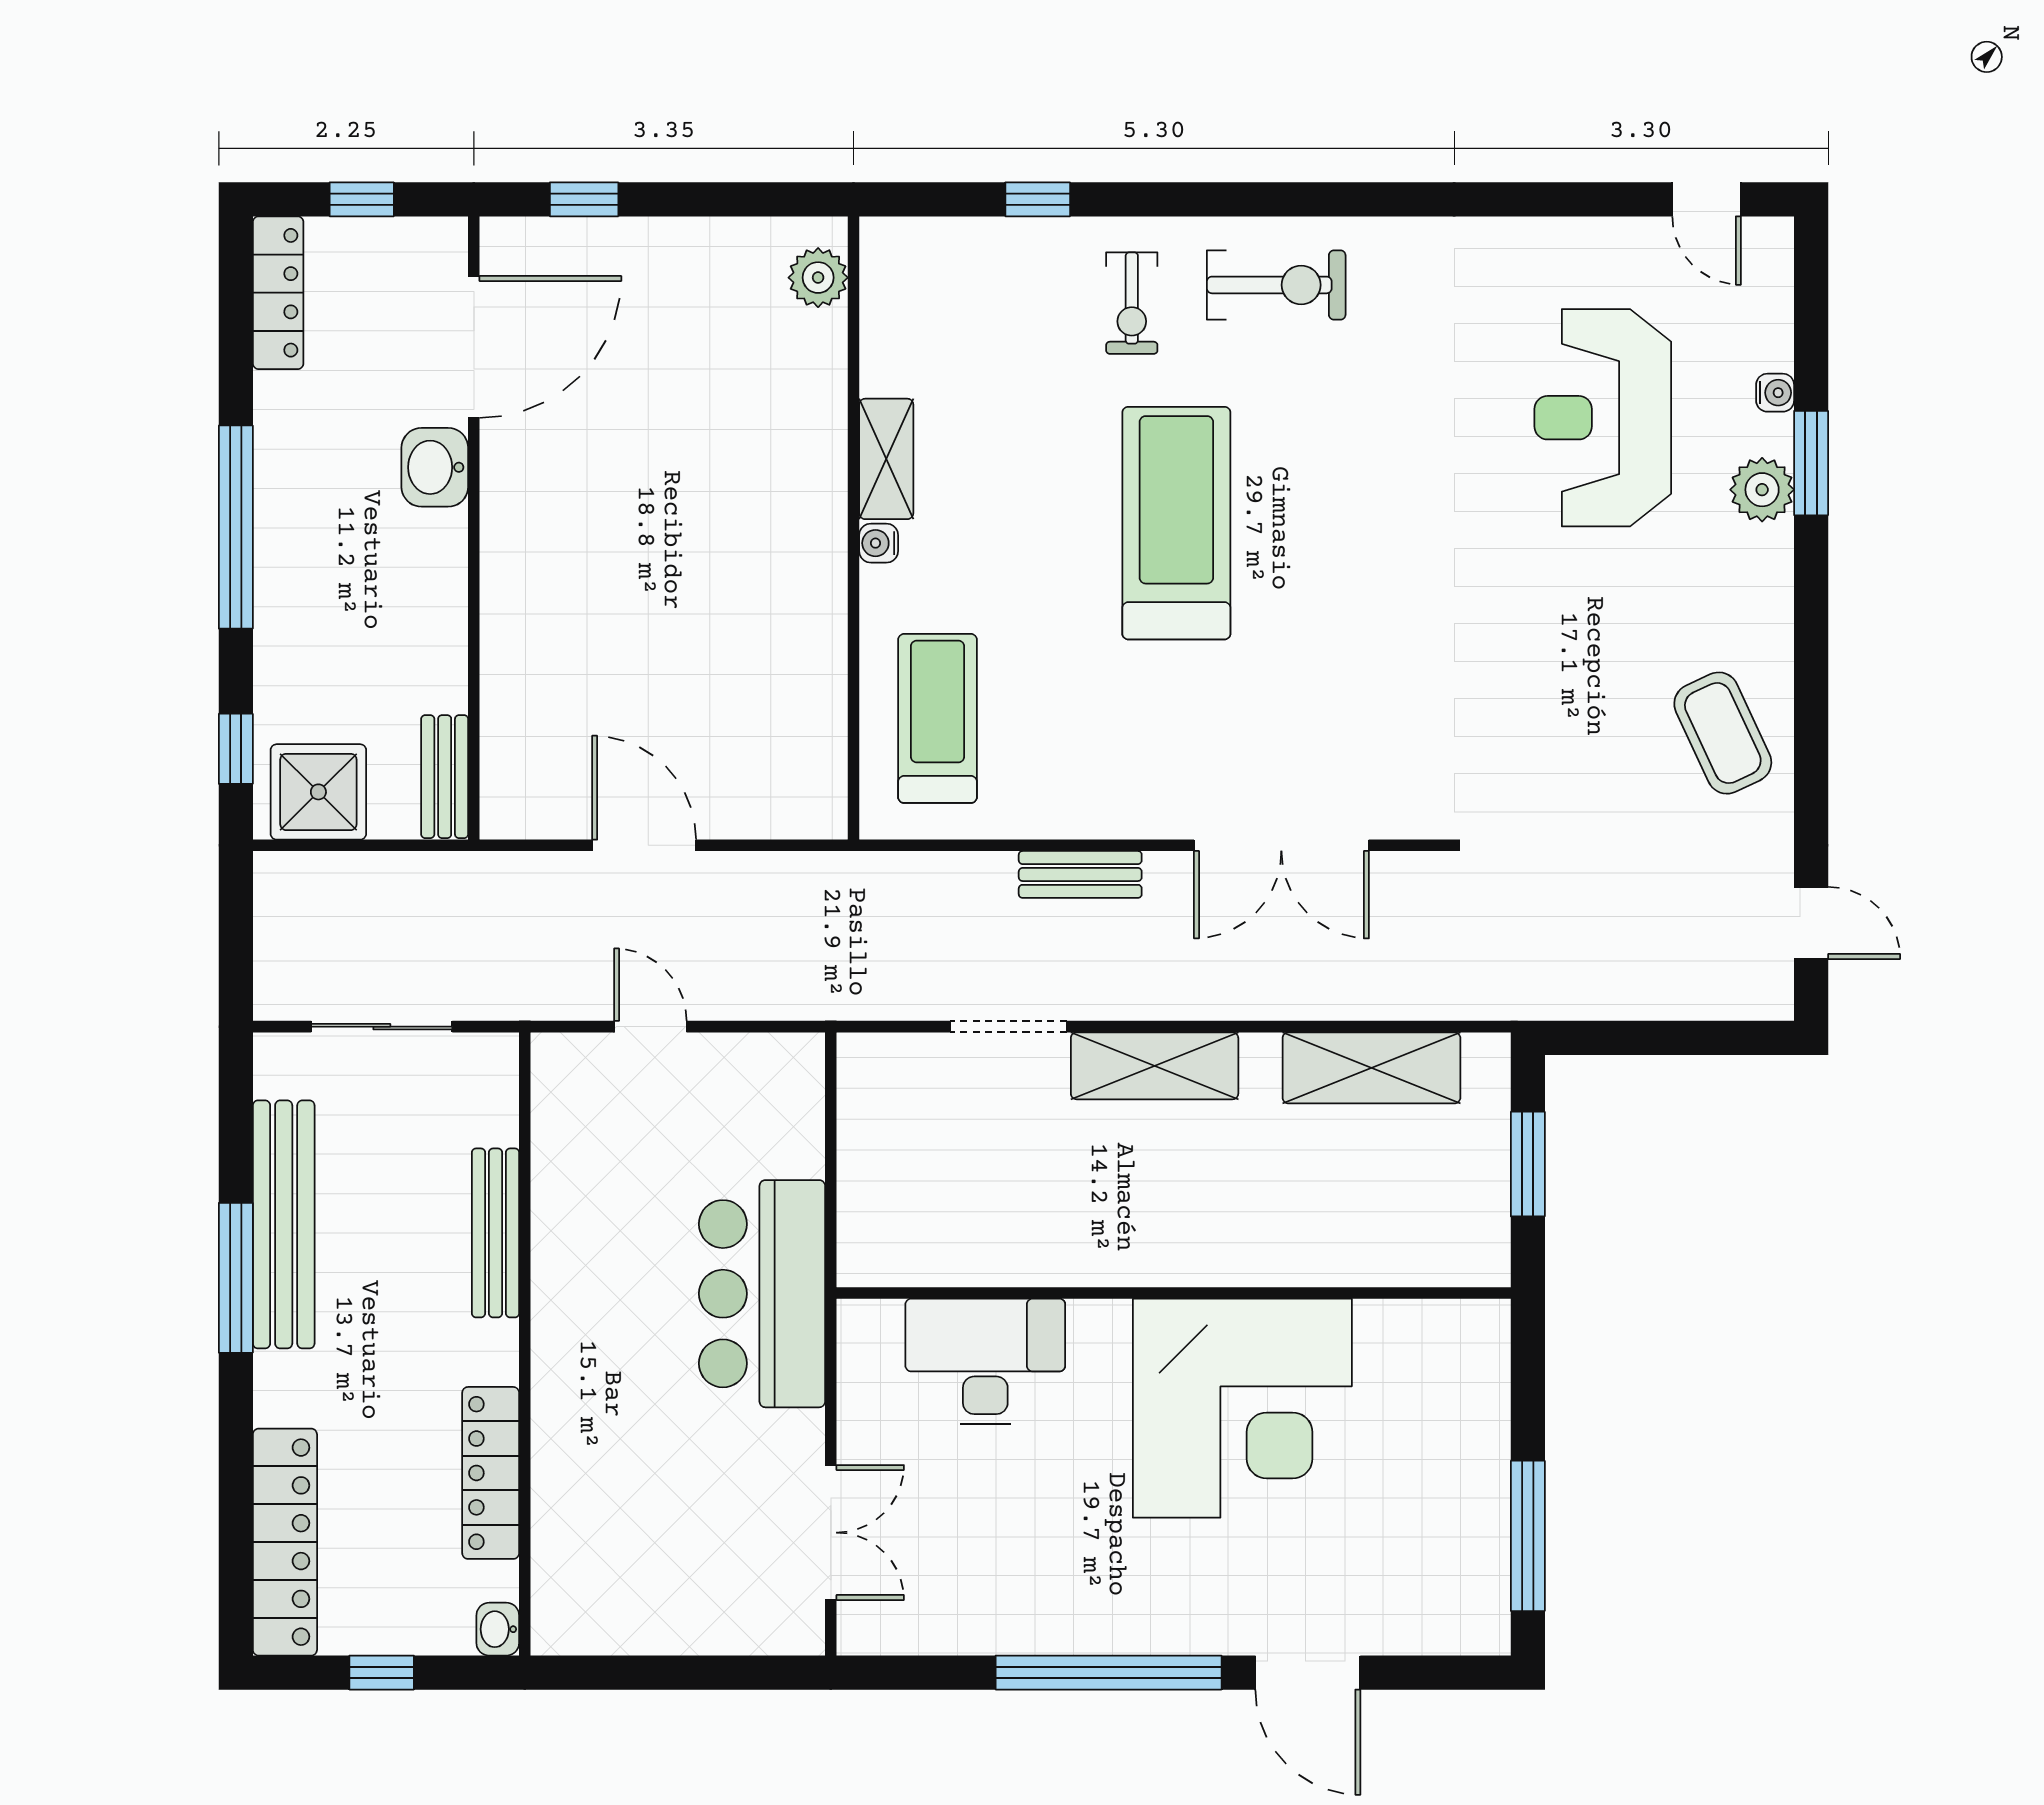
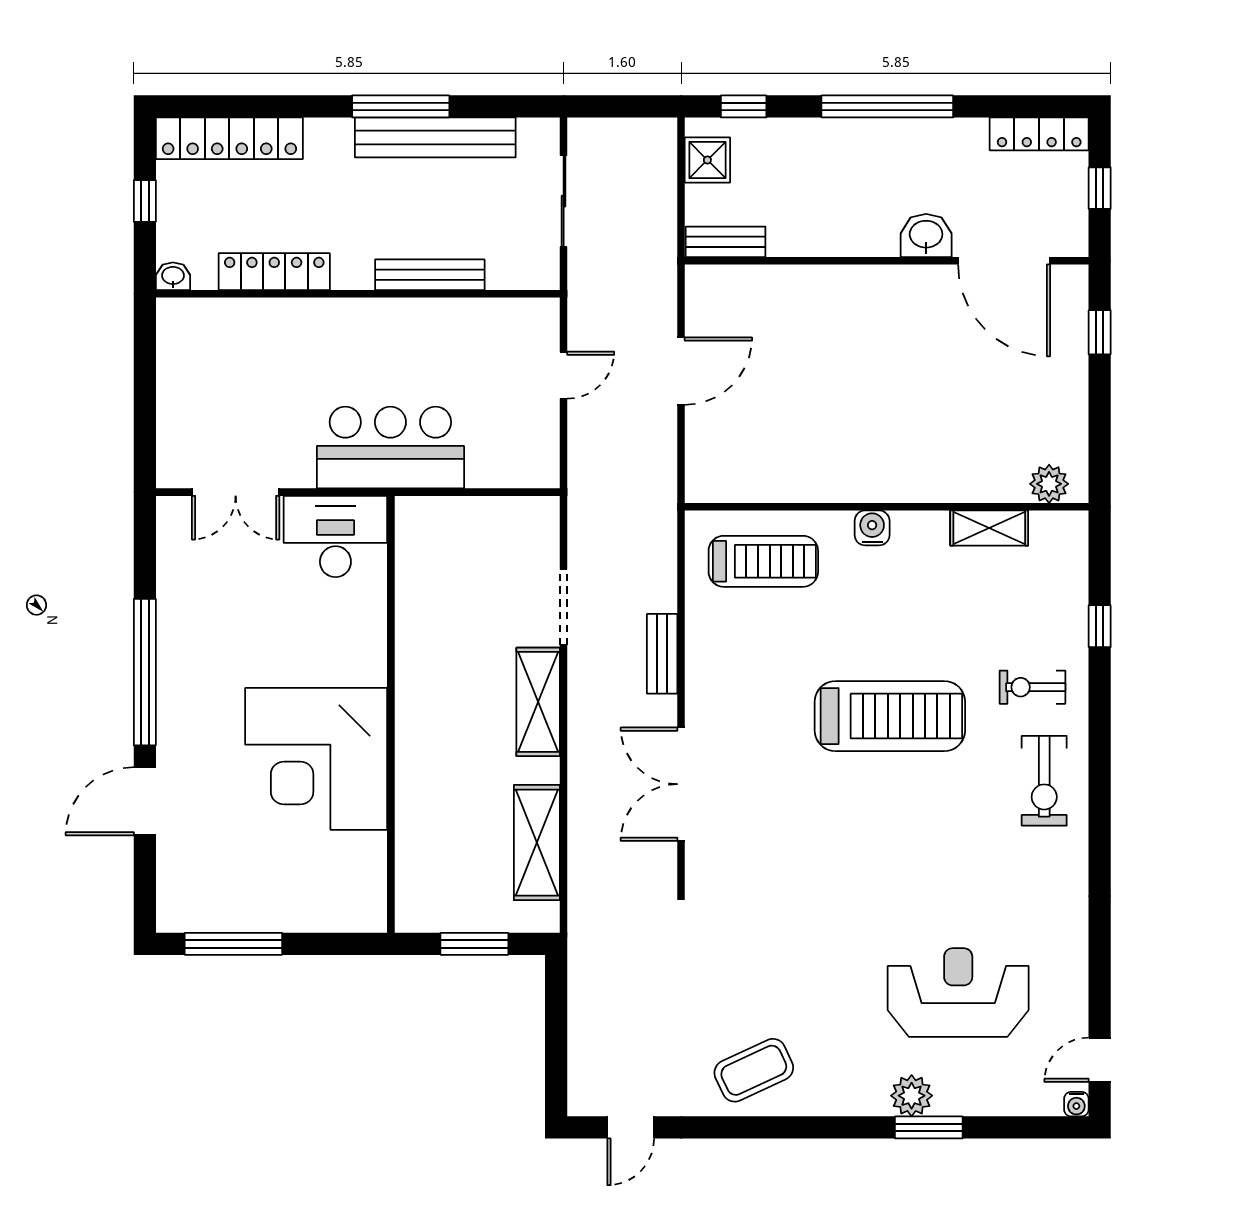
water cooler: (1775, 393) -> (1076, 1104), moved
shelving: (886, 459) -> (989, 528), moved
water cooler: (879, 543) -> (872, 528), width x1.38, depth x1.38
shower: (318, 792) -> (707, 160), width x0.73, depth x0.73
desk: (985, 1361) -> (335, 536), moved, turned -90

